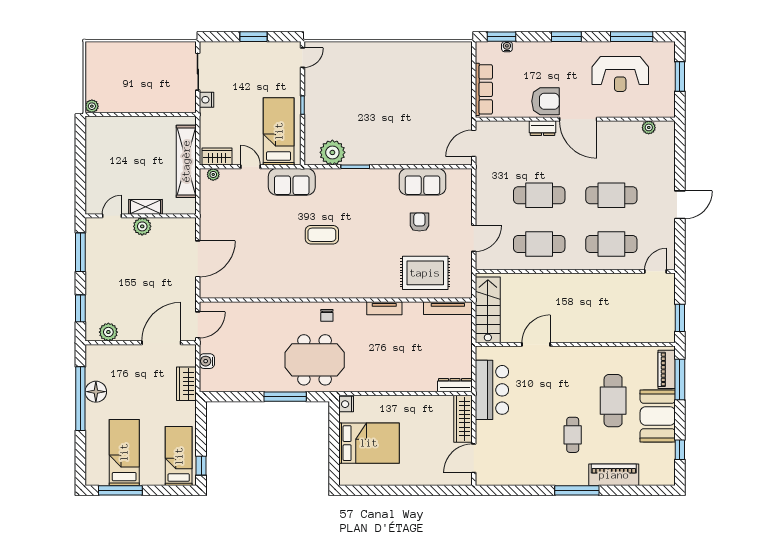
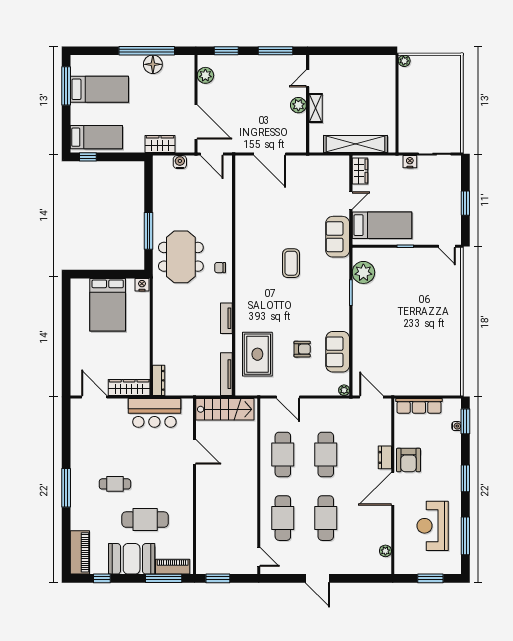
plant: (213, 174) -> (344, 390), moved
door: (112, 216) -> (308, 78), swing flipped
piano: (614, 475) -> (80, 552), moved

